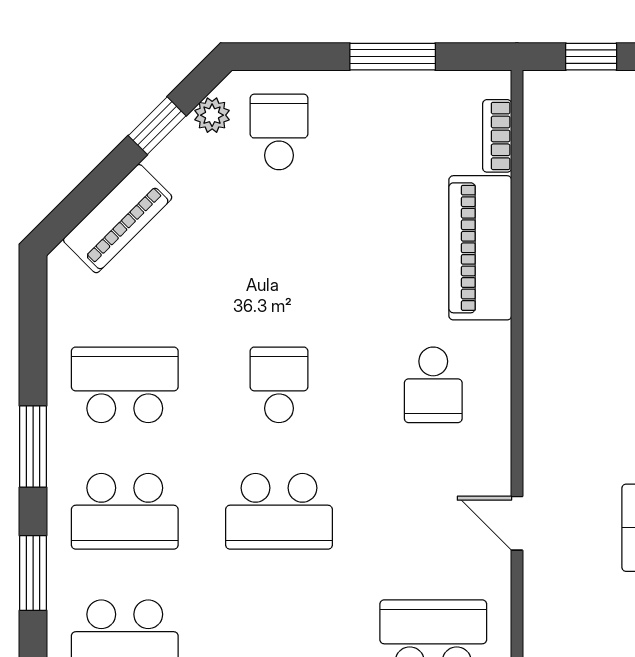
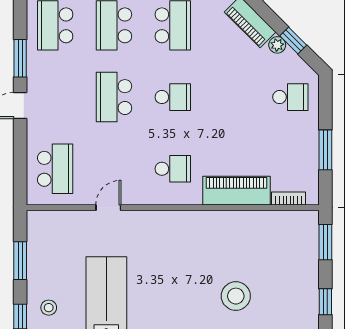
window: (591, 57) -> (325, 242), width x1.50
plant: (212, 115) -> (277, 45), moved
school desk: (433, 385) -> (173, 169), turned 180

